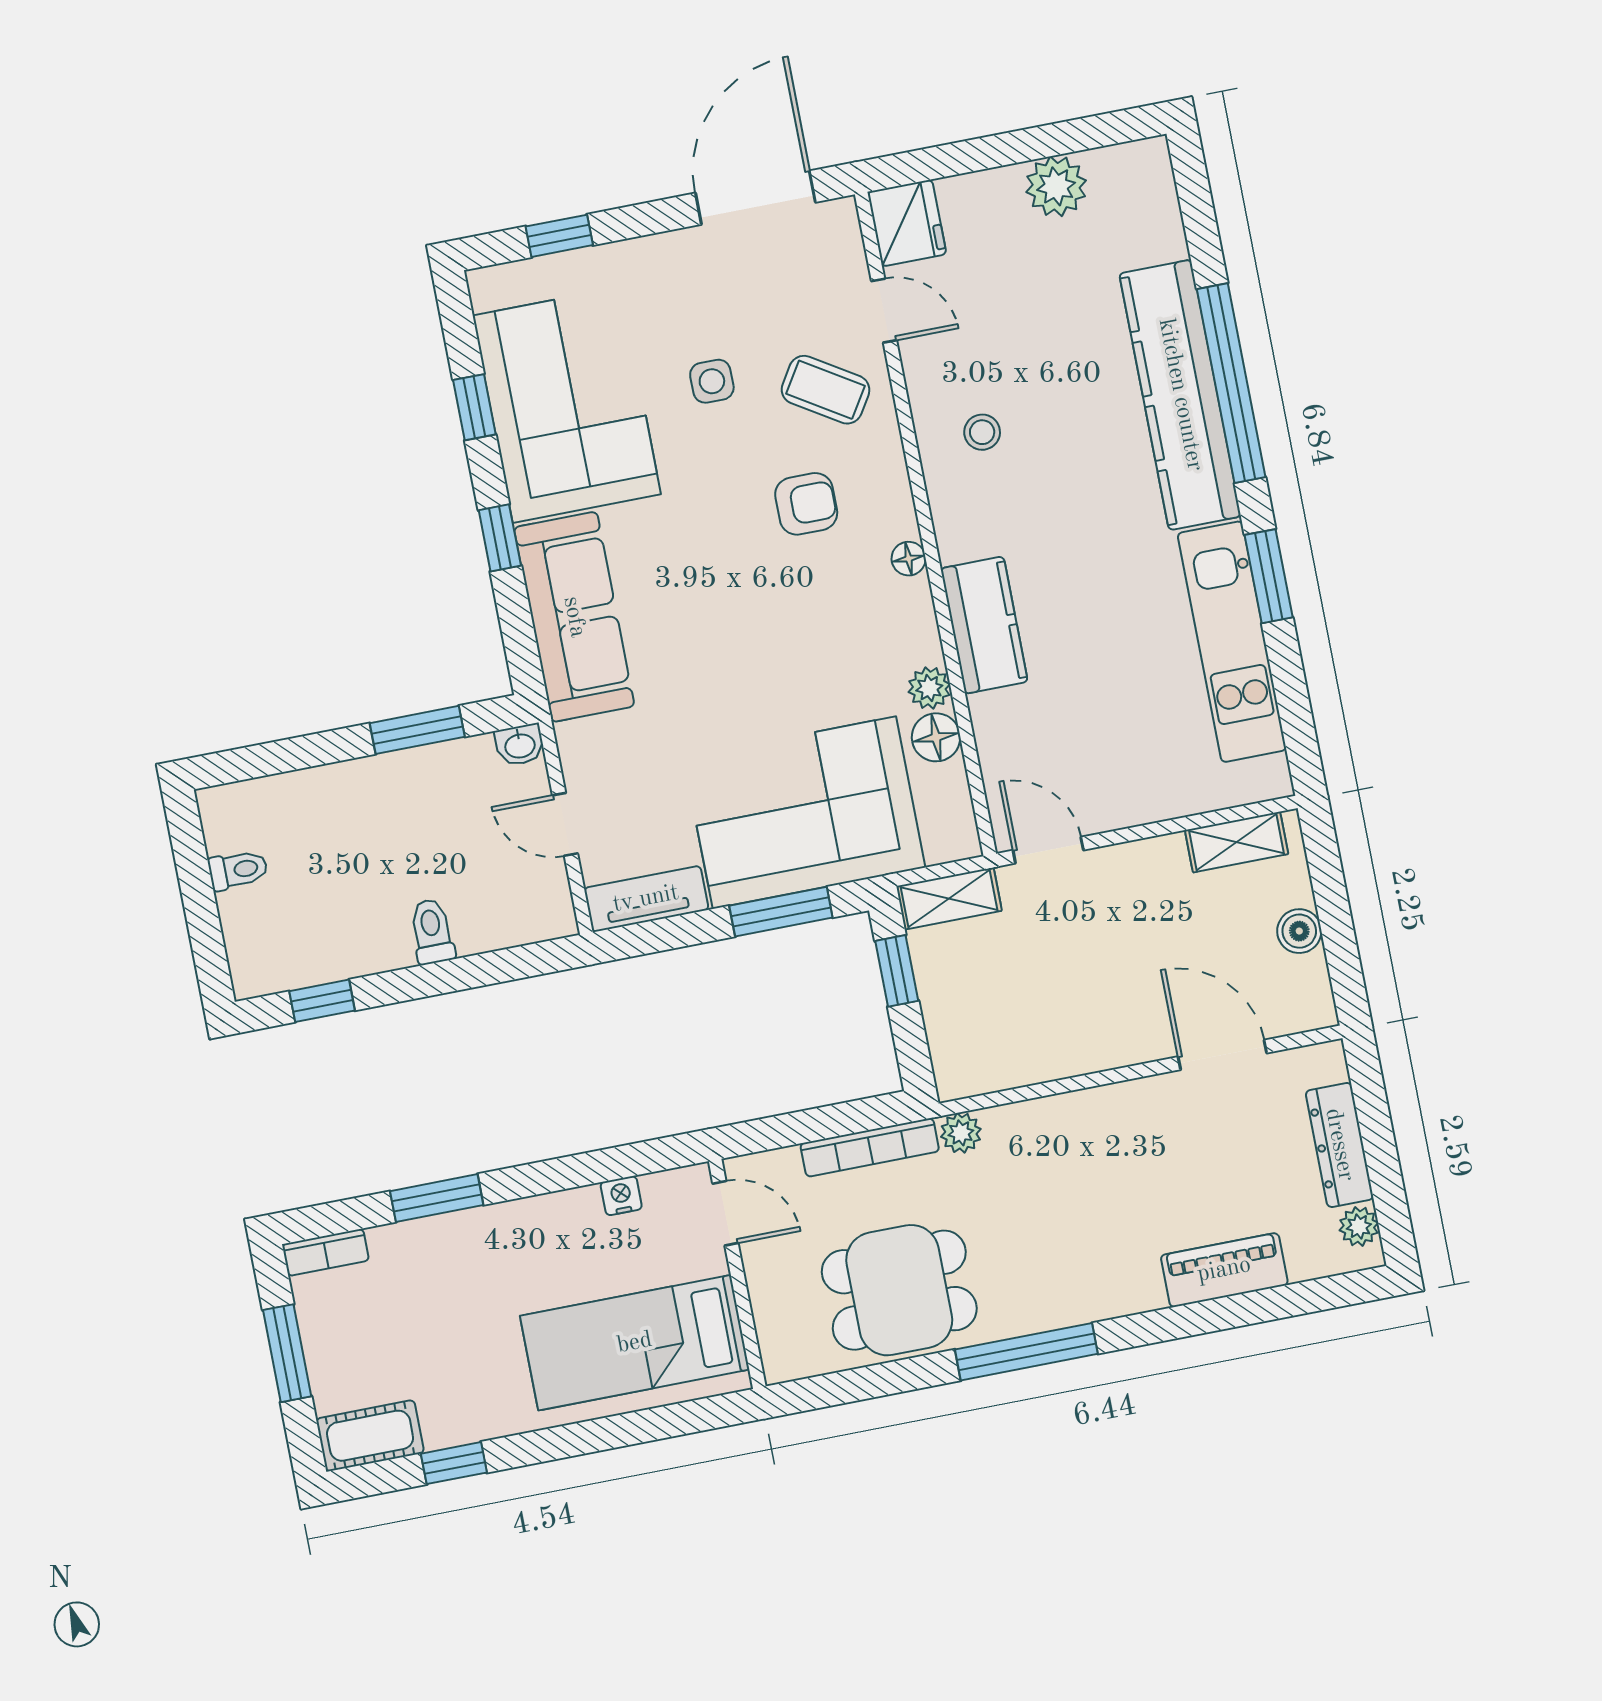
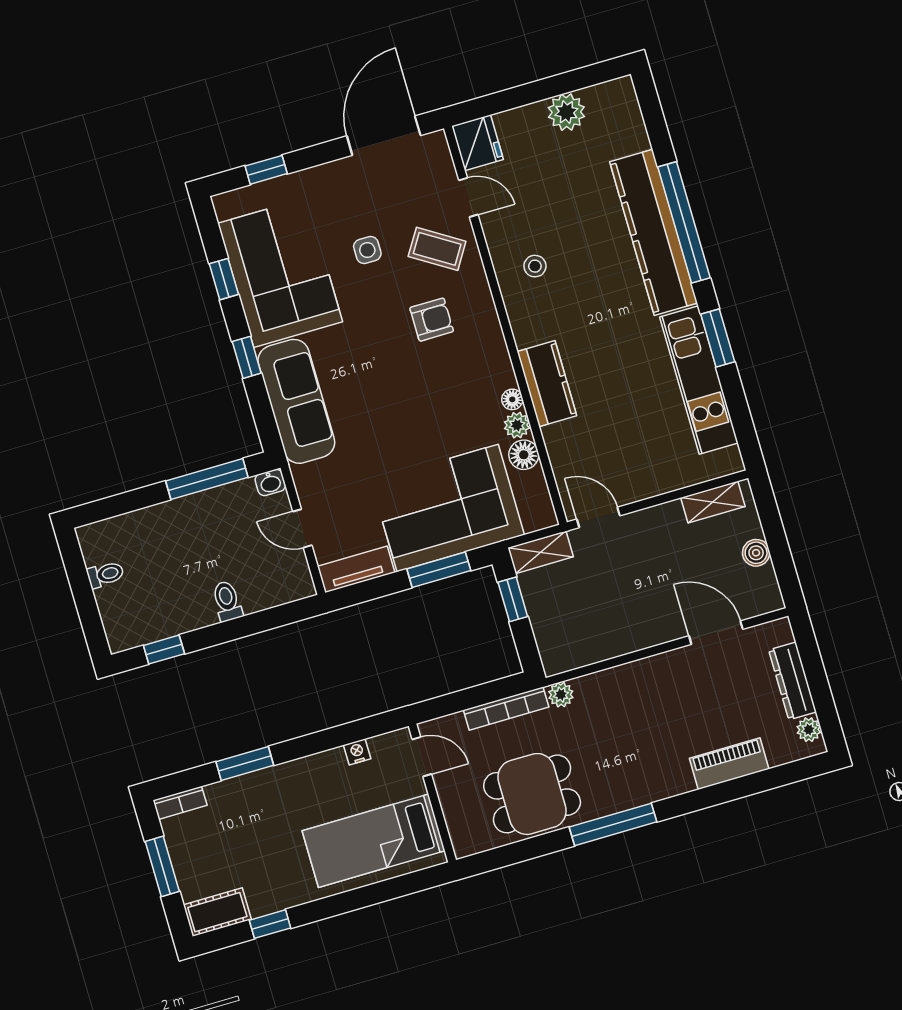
floor lamp: (909, 559) -> (512, 399), moved
window: (417, 730) -> (207, 479), width x1.44

